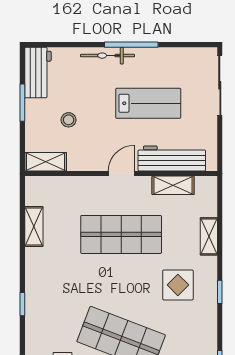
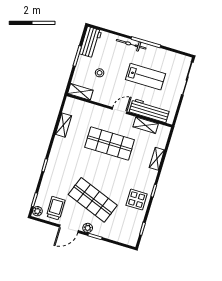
display table: (178, 285) -> (137, 200), moved

